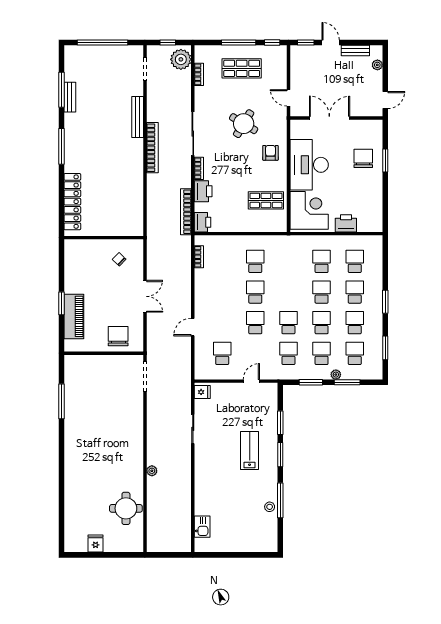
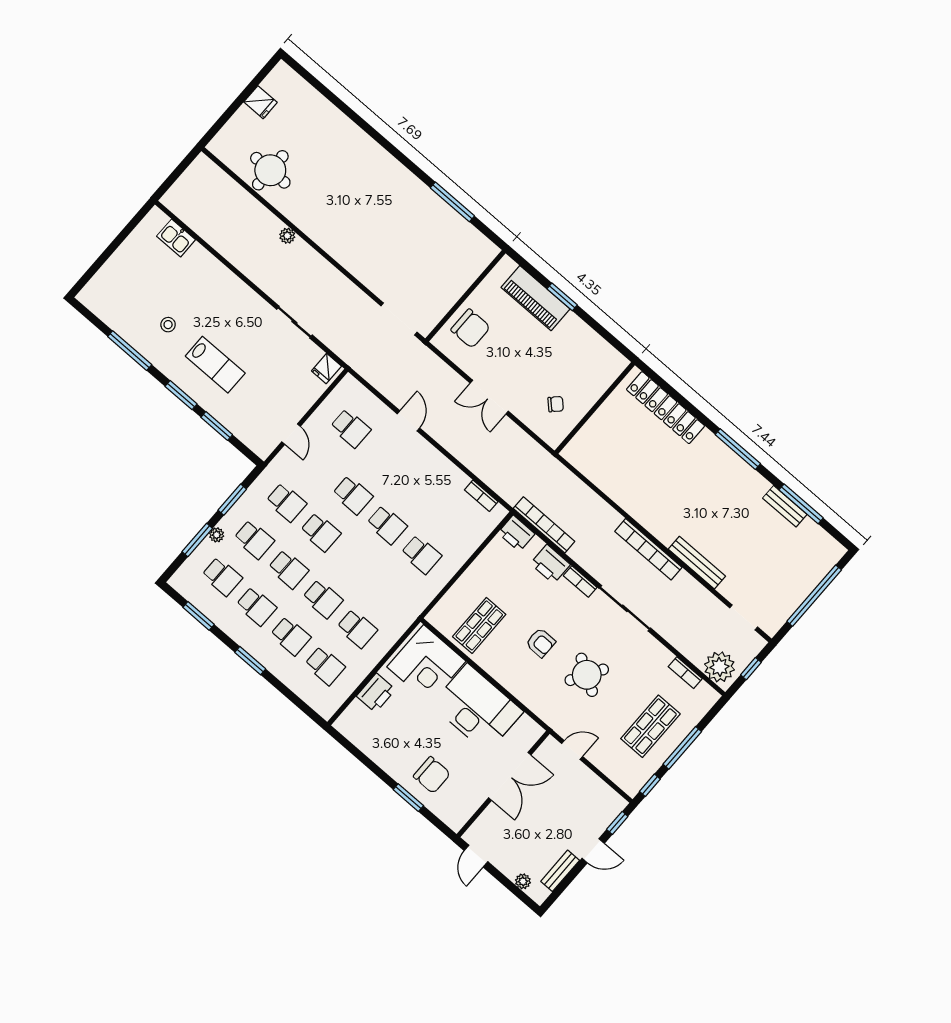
armchair: (270, 153) -> (541, 643), moved
stool: (270, 507) -> (168, 325), moved

